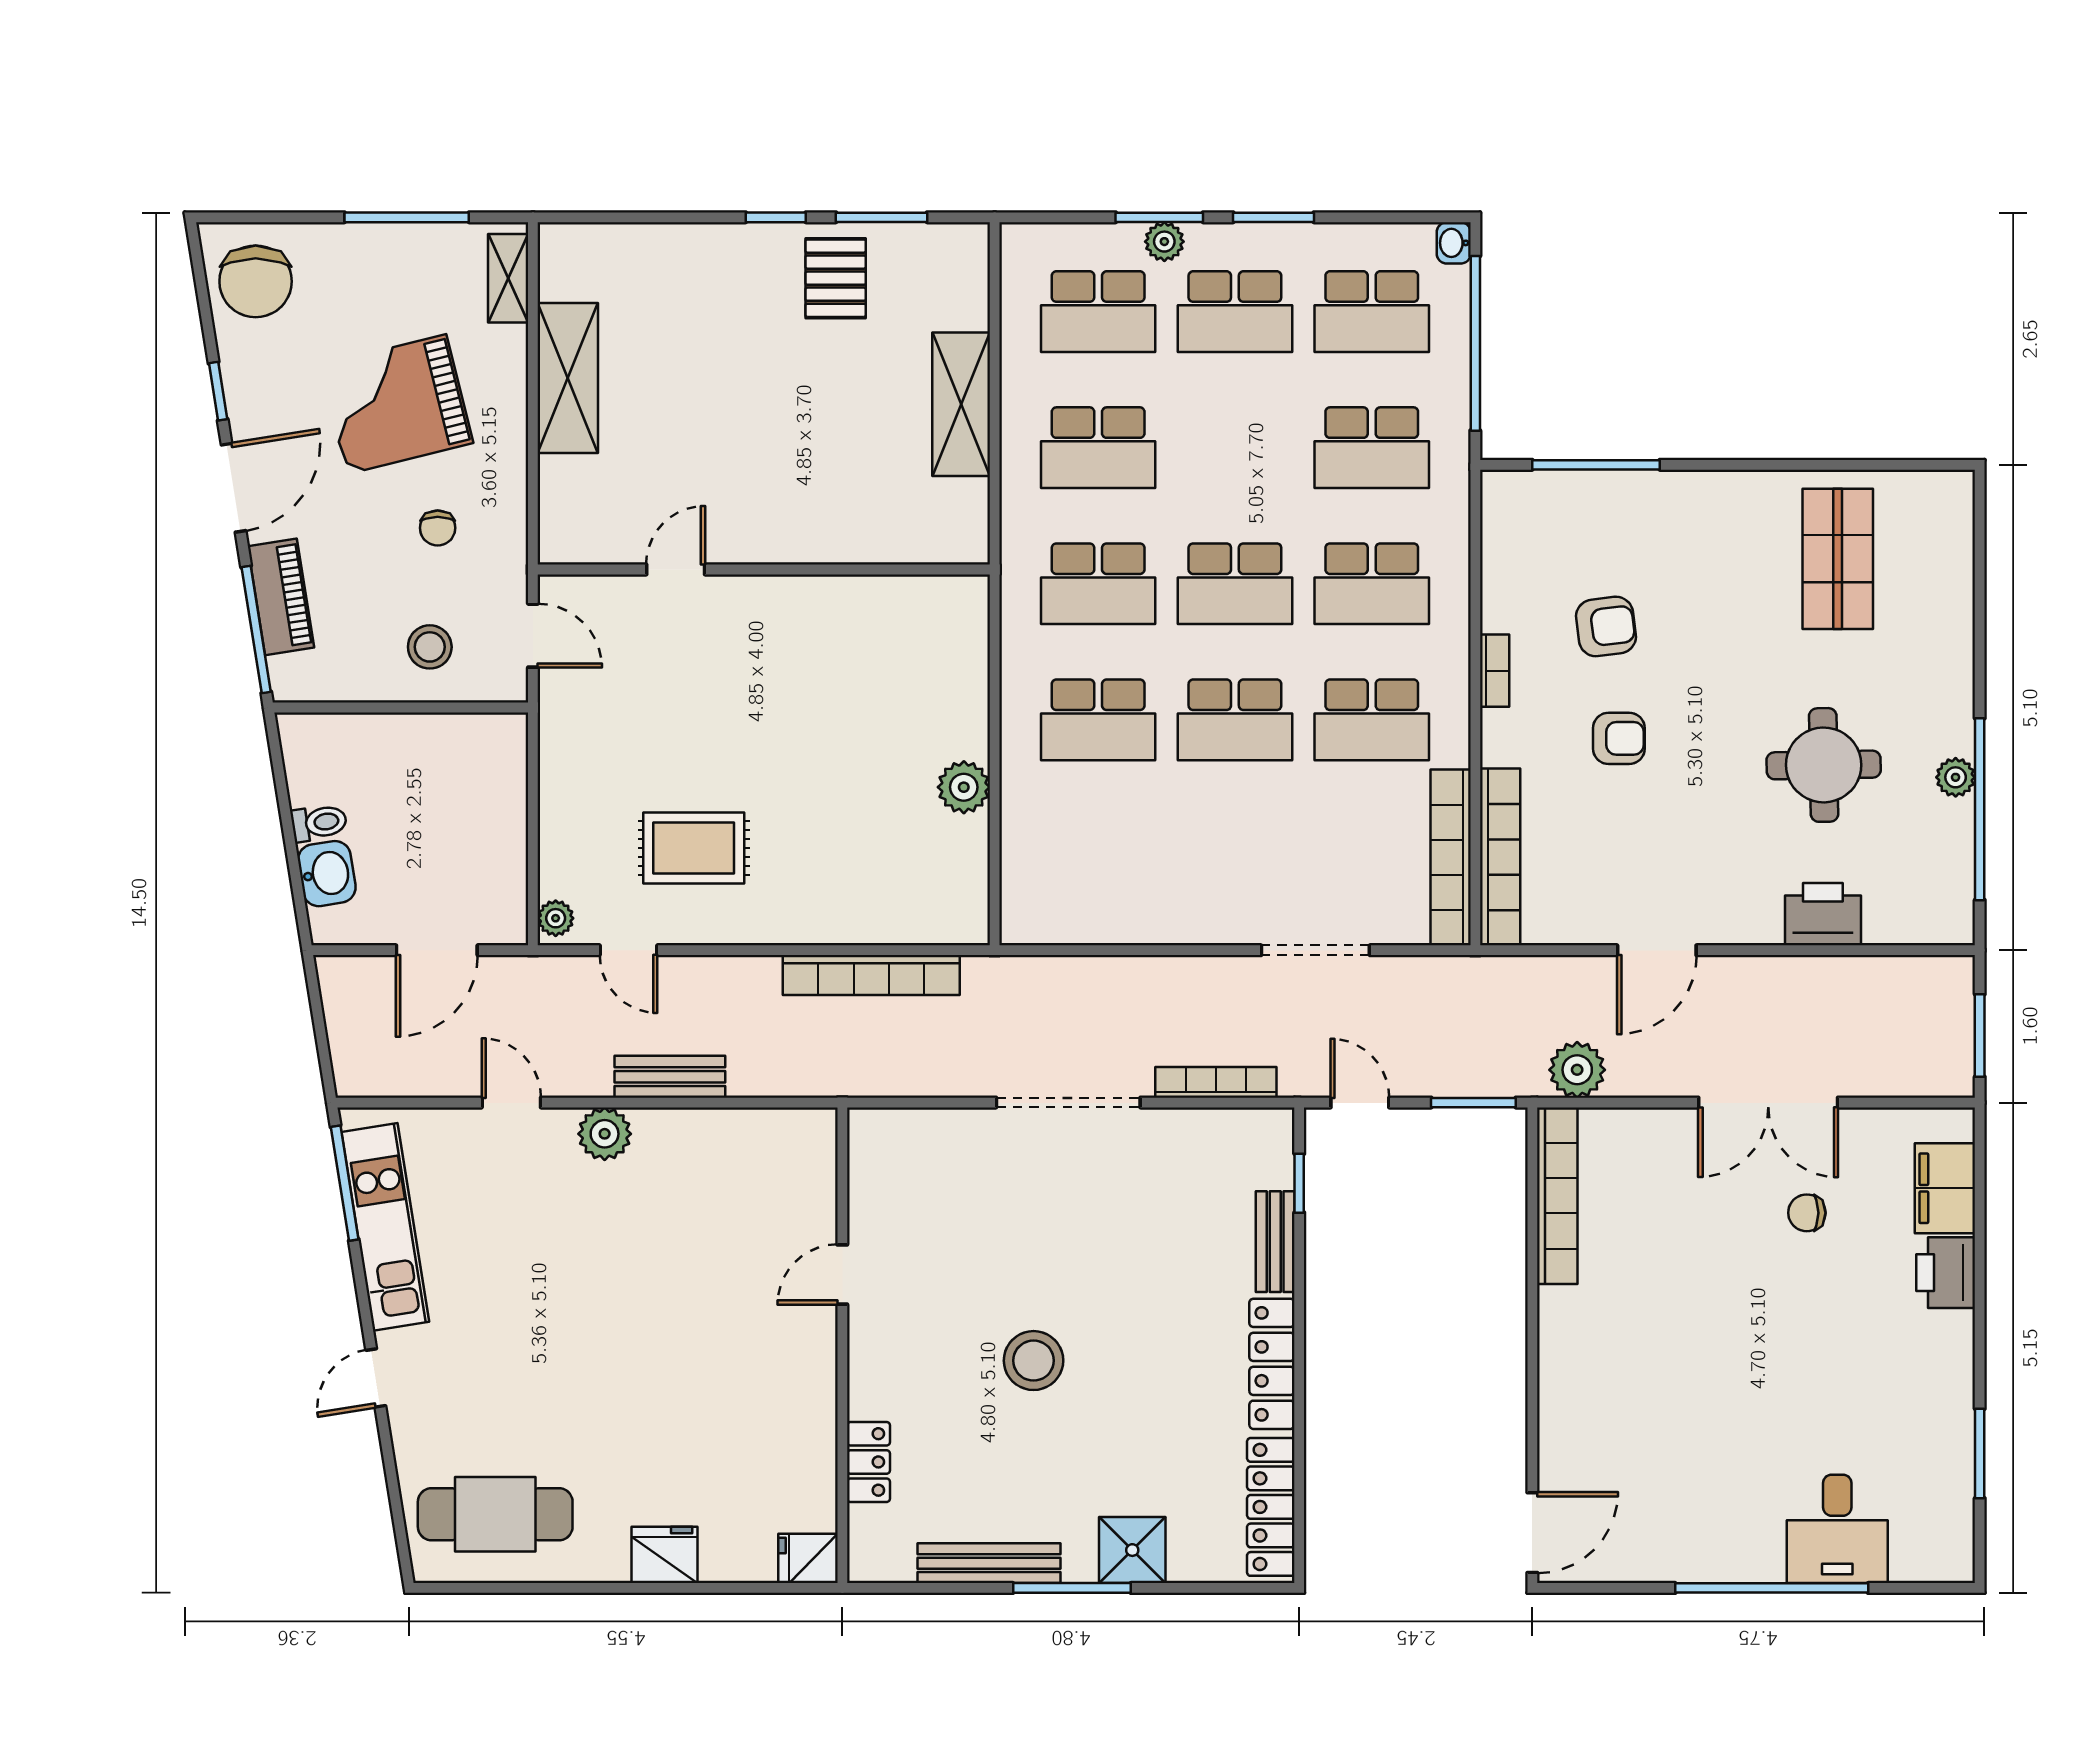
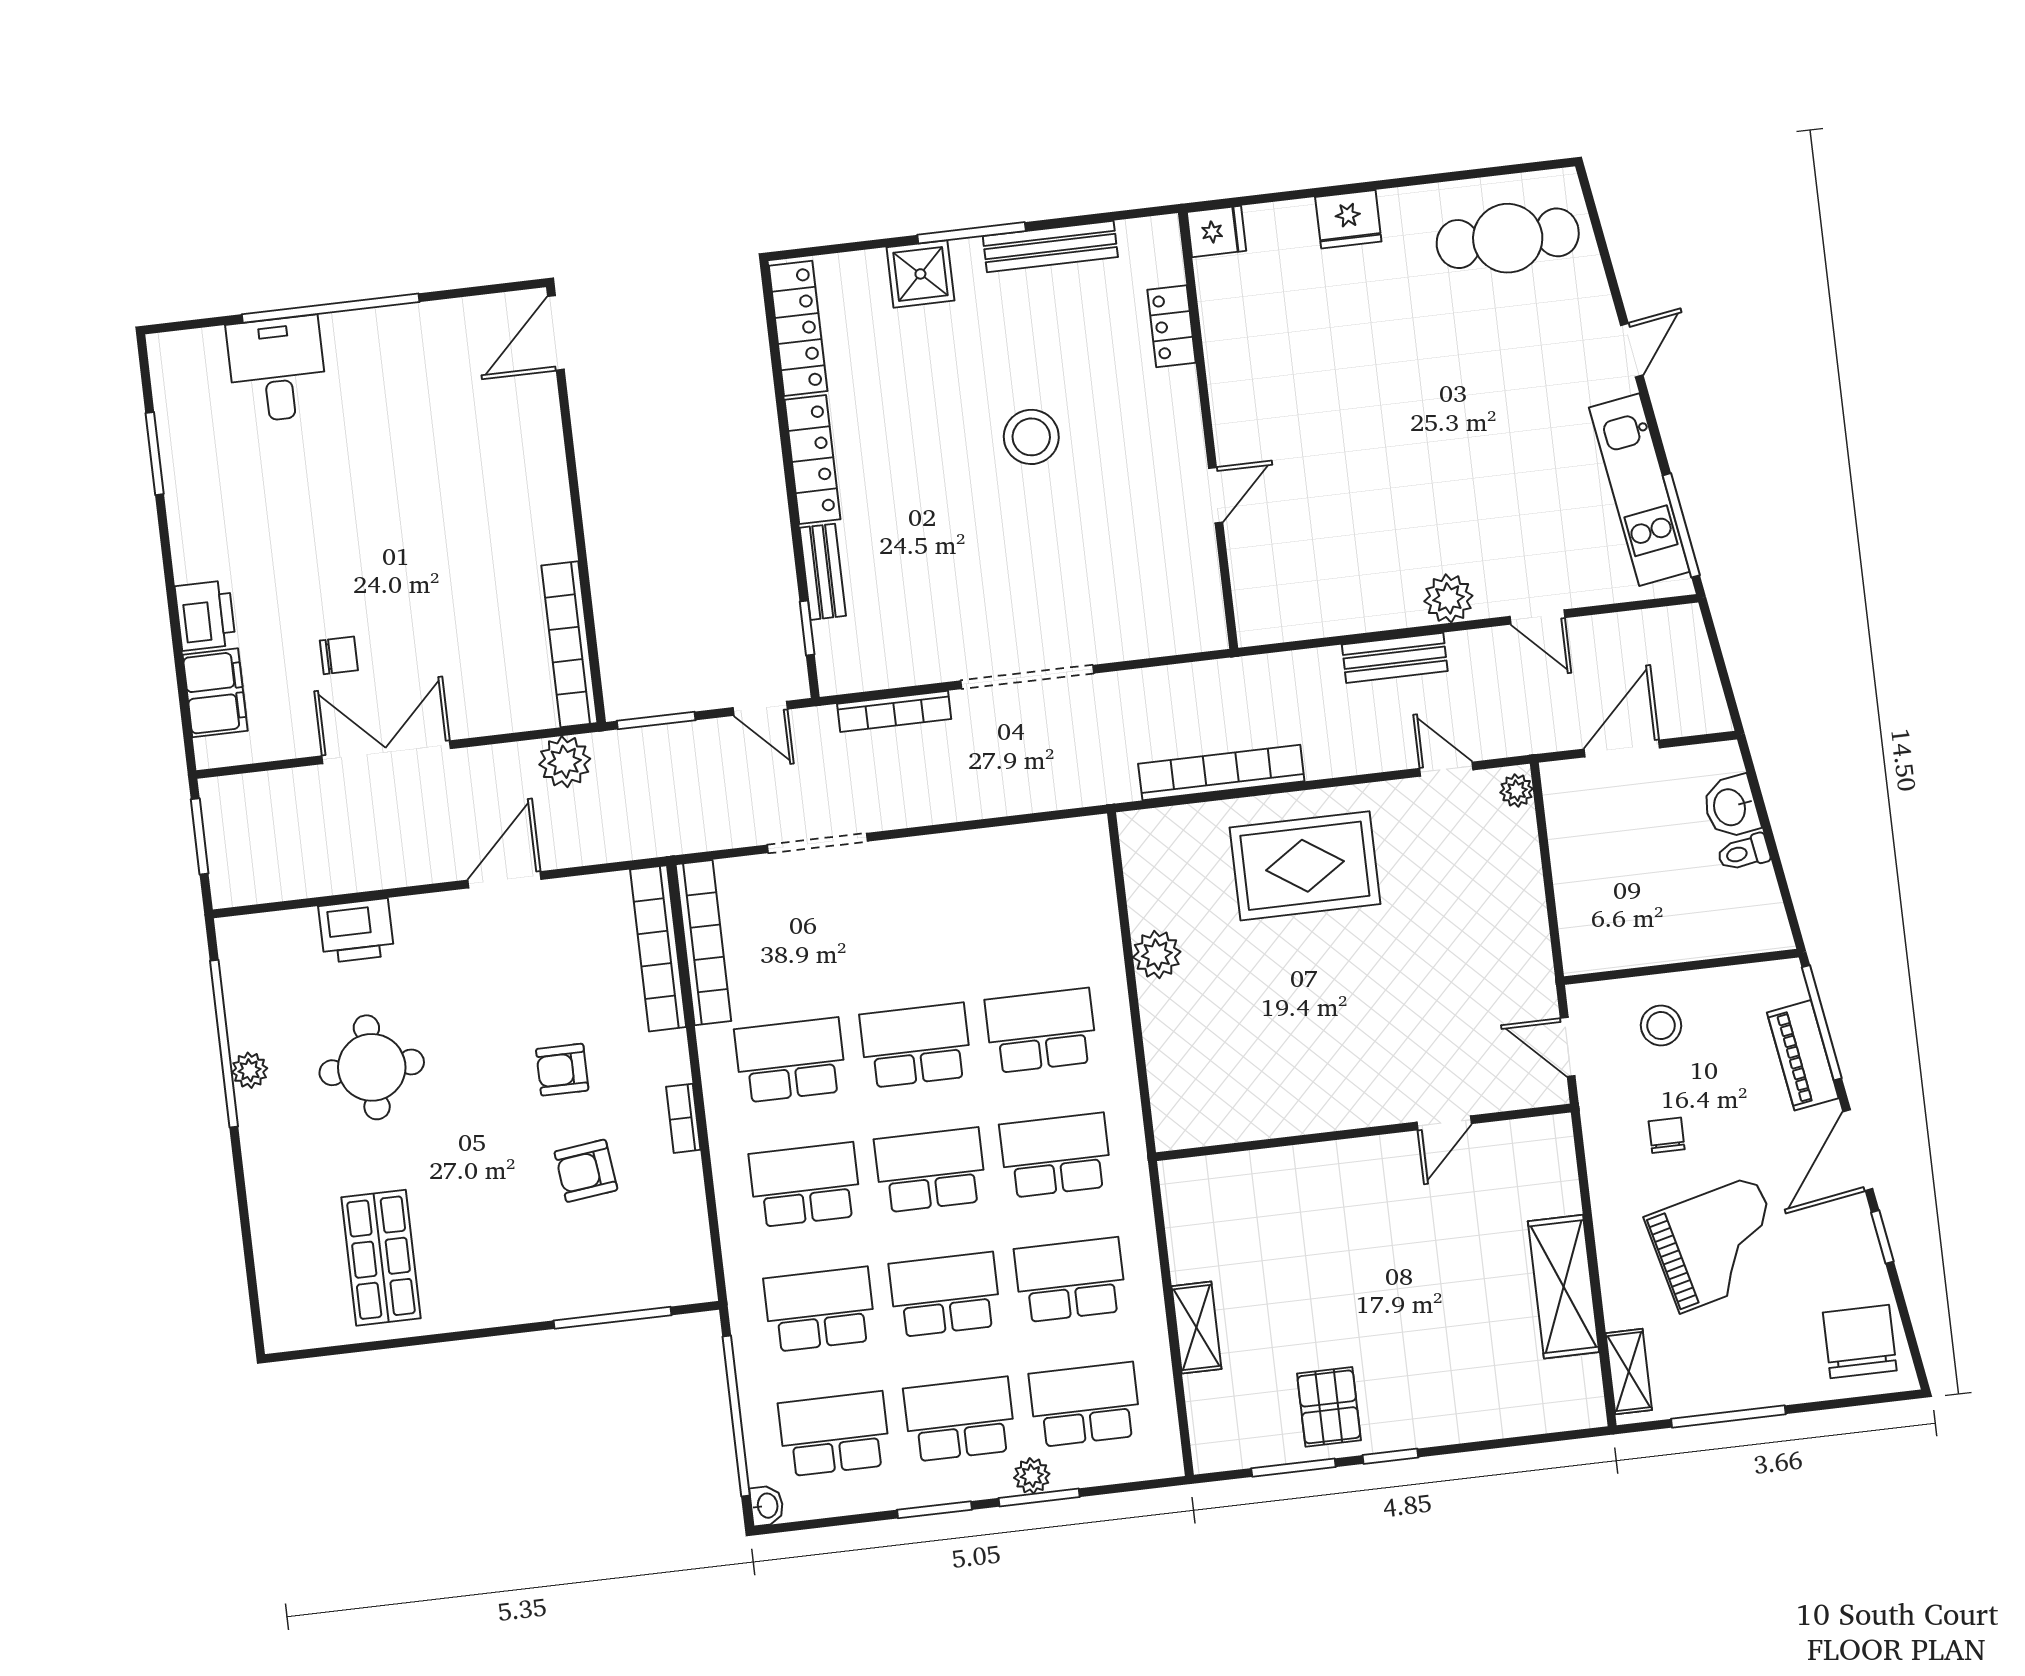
shelving: (961, 404) -> (1196, 1328), width x0.67, depth x0.75
school desk: (1235, 448) -> (945, 1295), added
rug: (694, 848) -> (1305, 866), moved, width x1.36, depth x1.43

